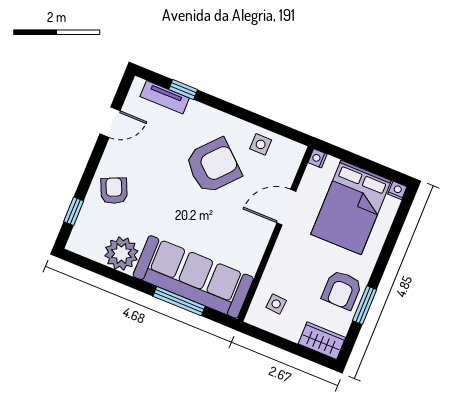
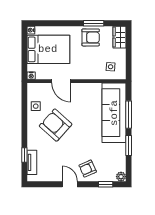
door: (110, 122) -> (70, 184), moved
plant: (121, 253) -> (121, 177), moved, width x0.53, depth x0.53
window: (125, 279) -> (129, 145), added

